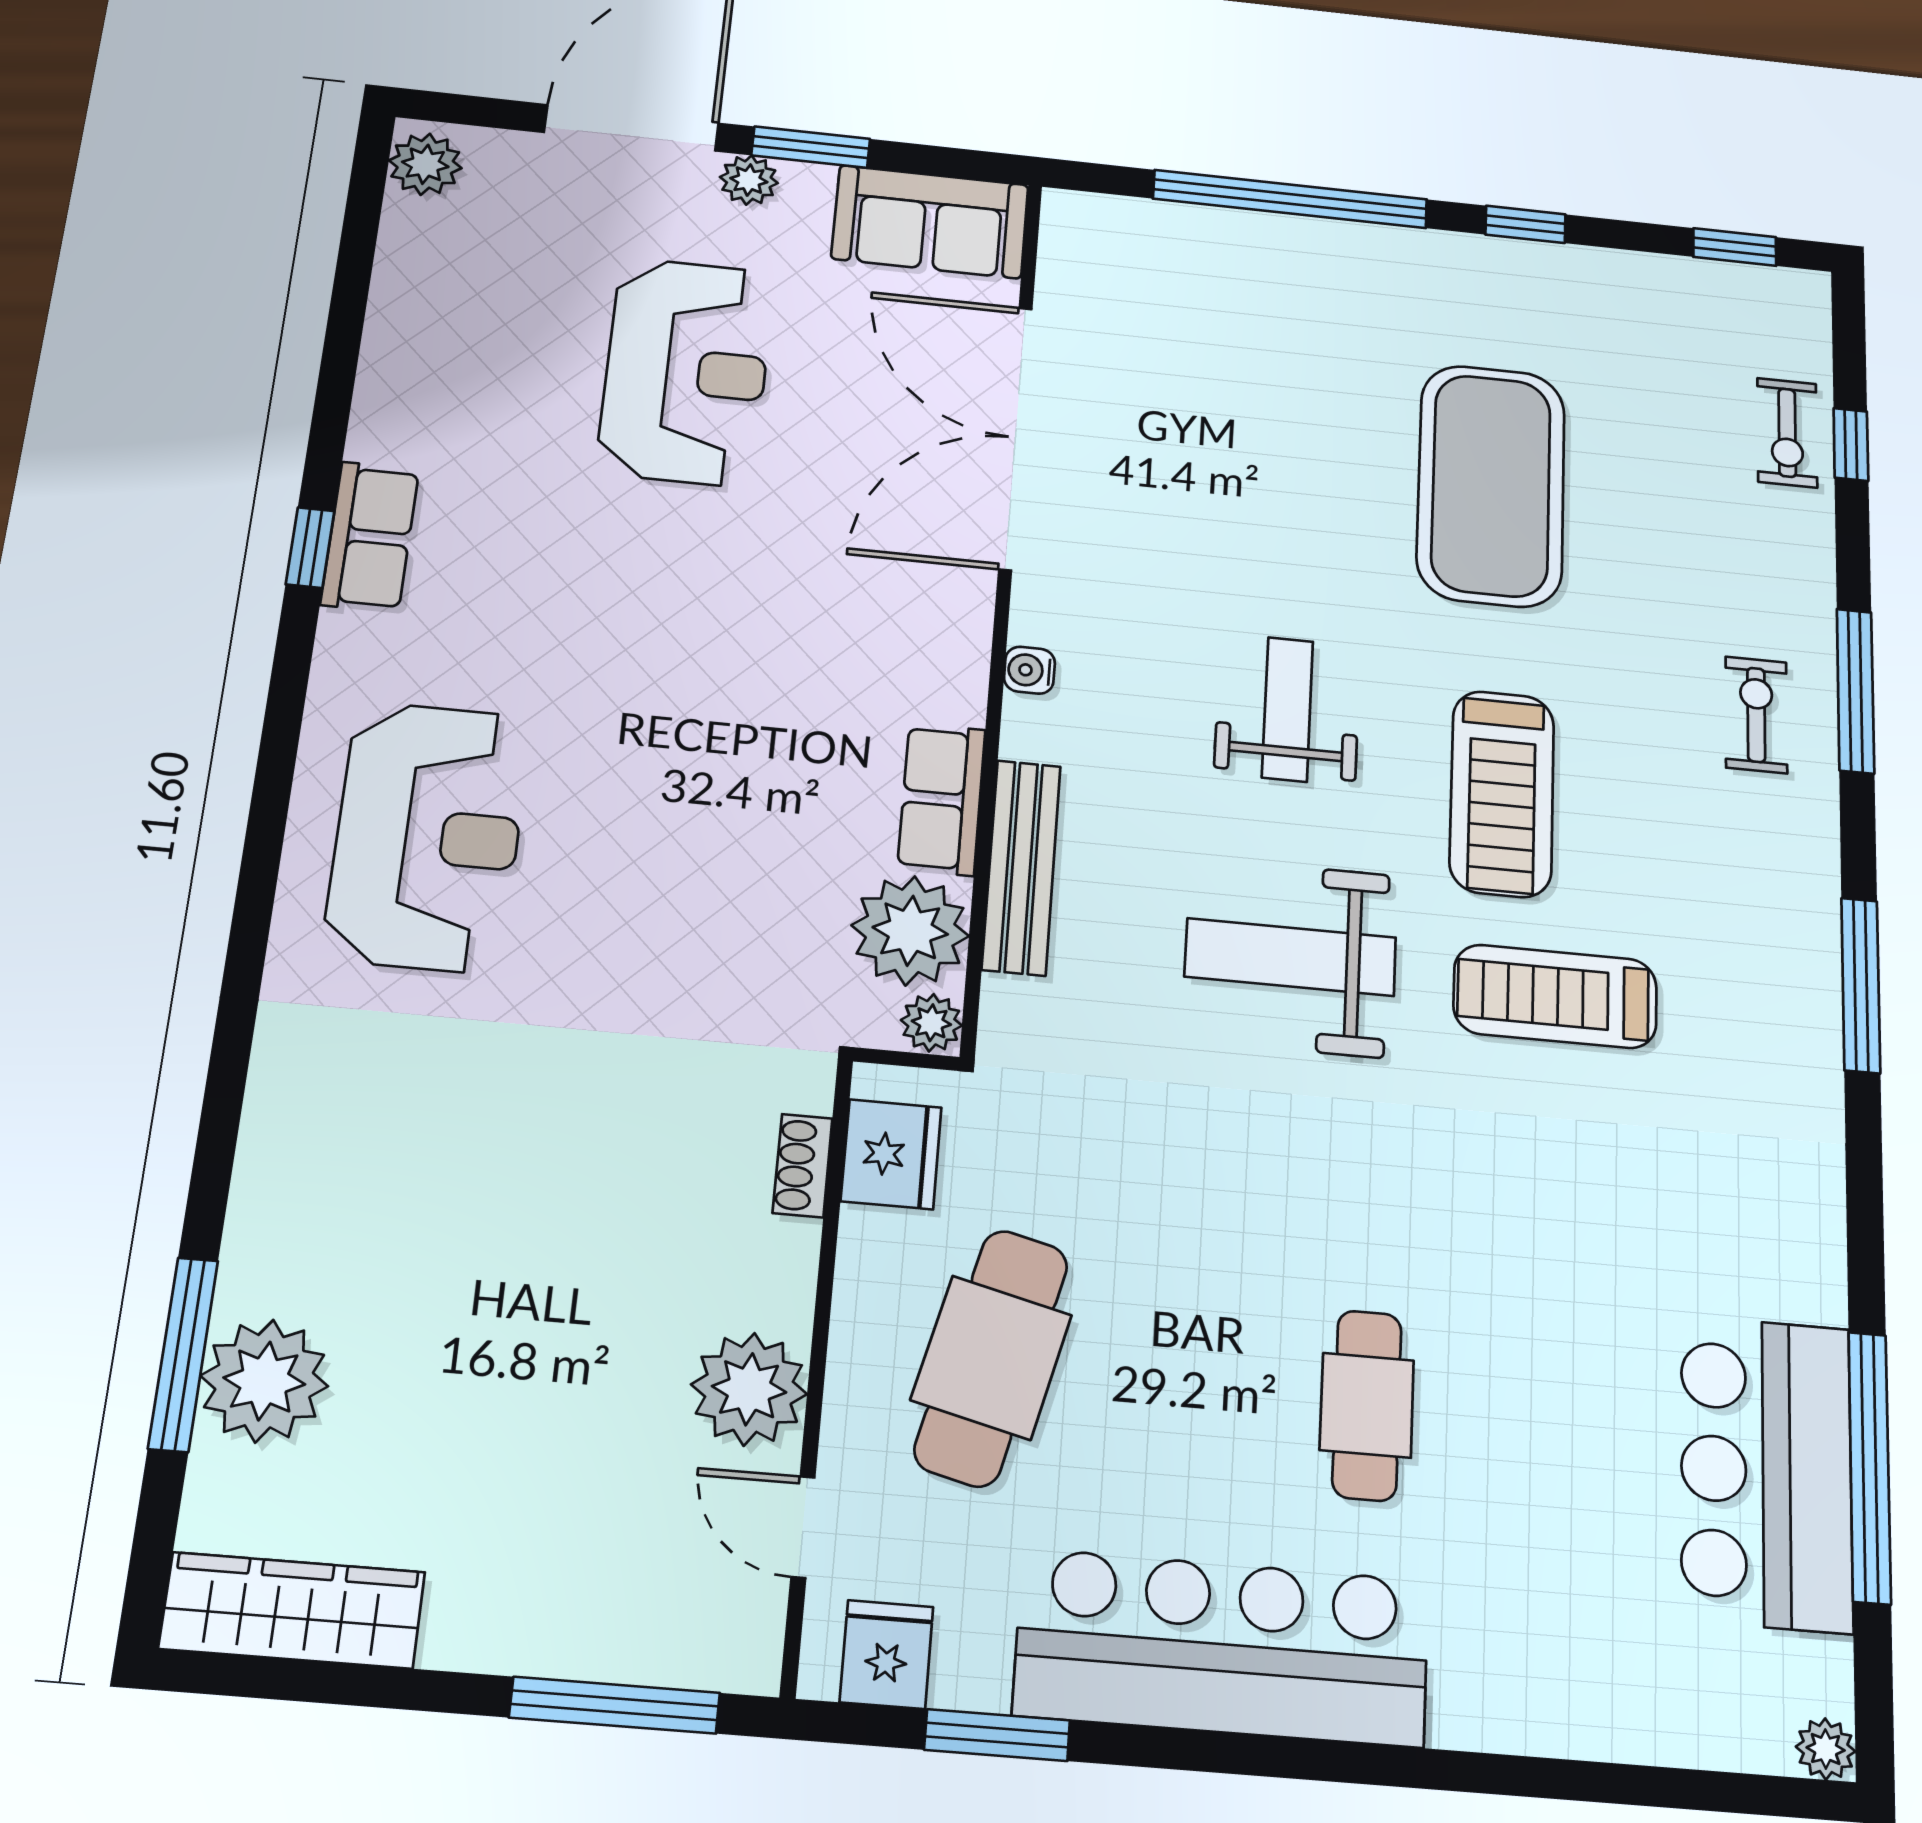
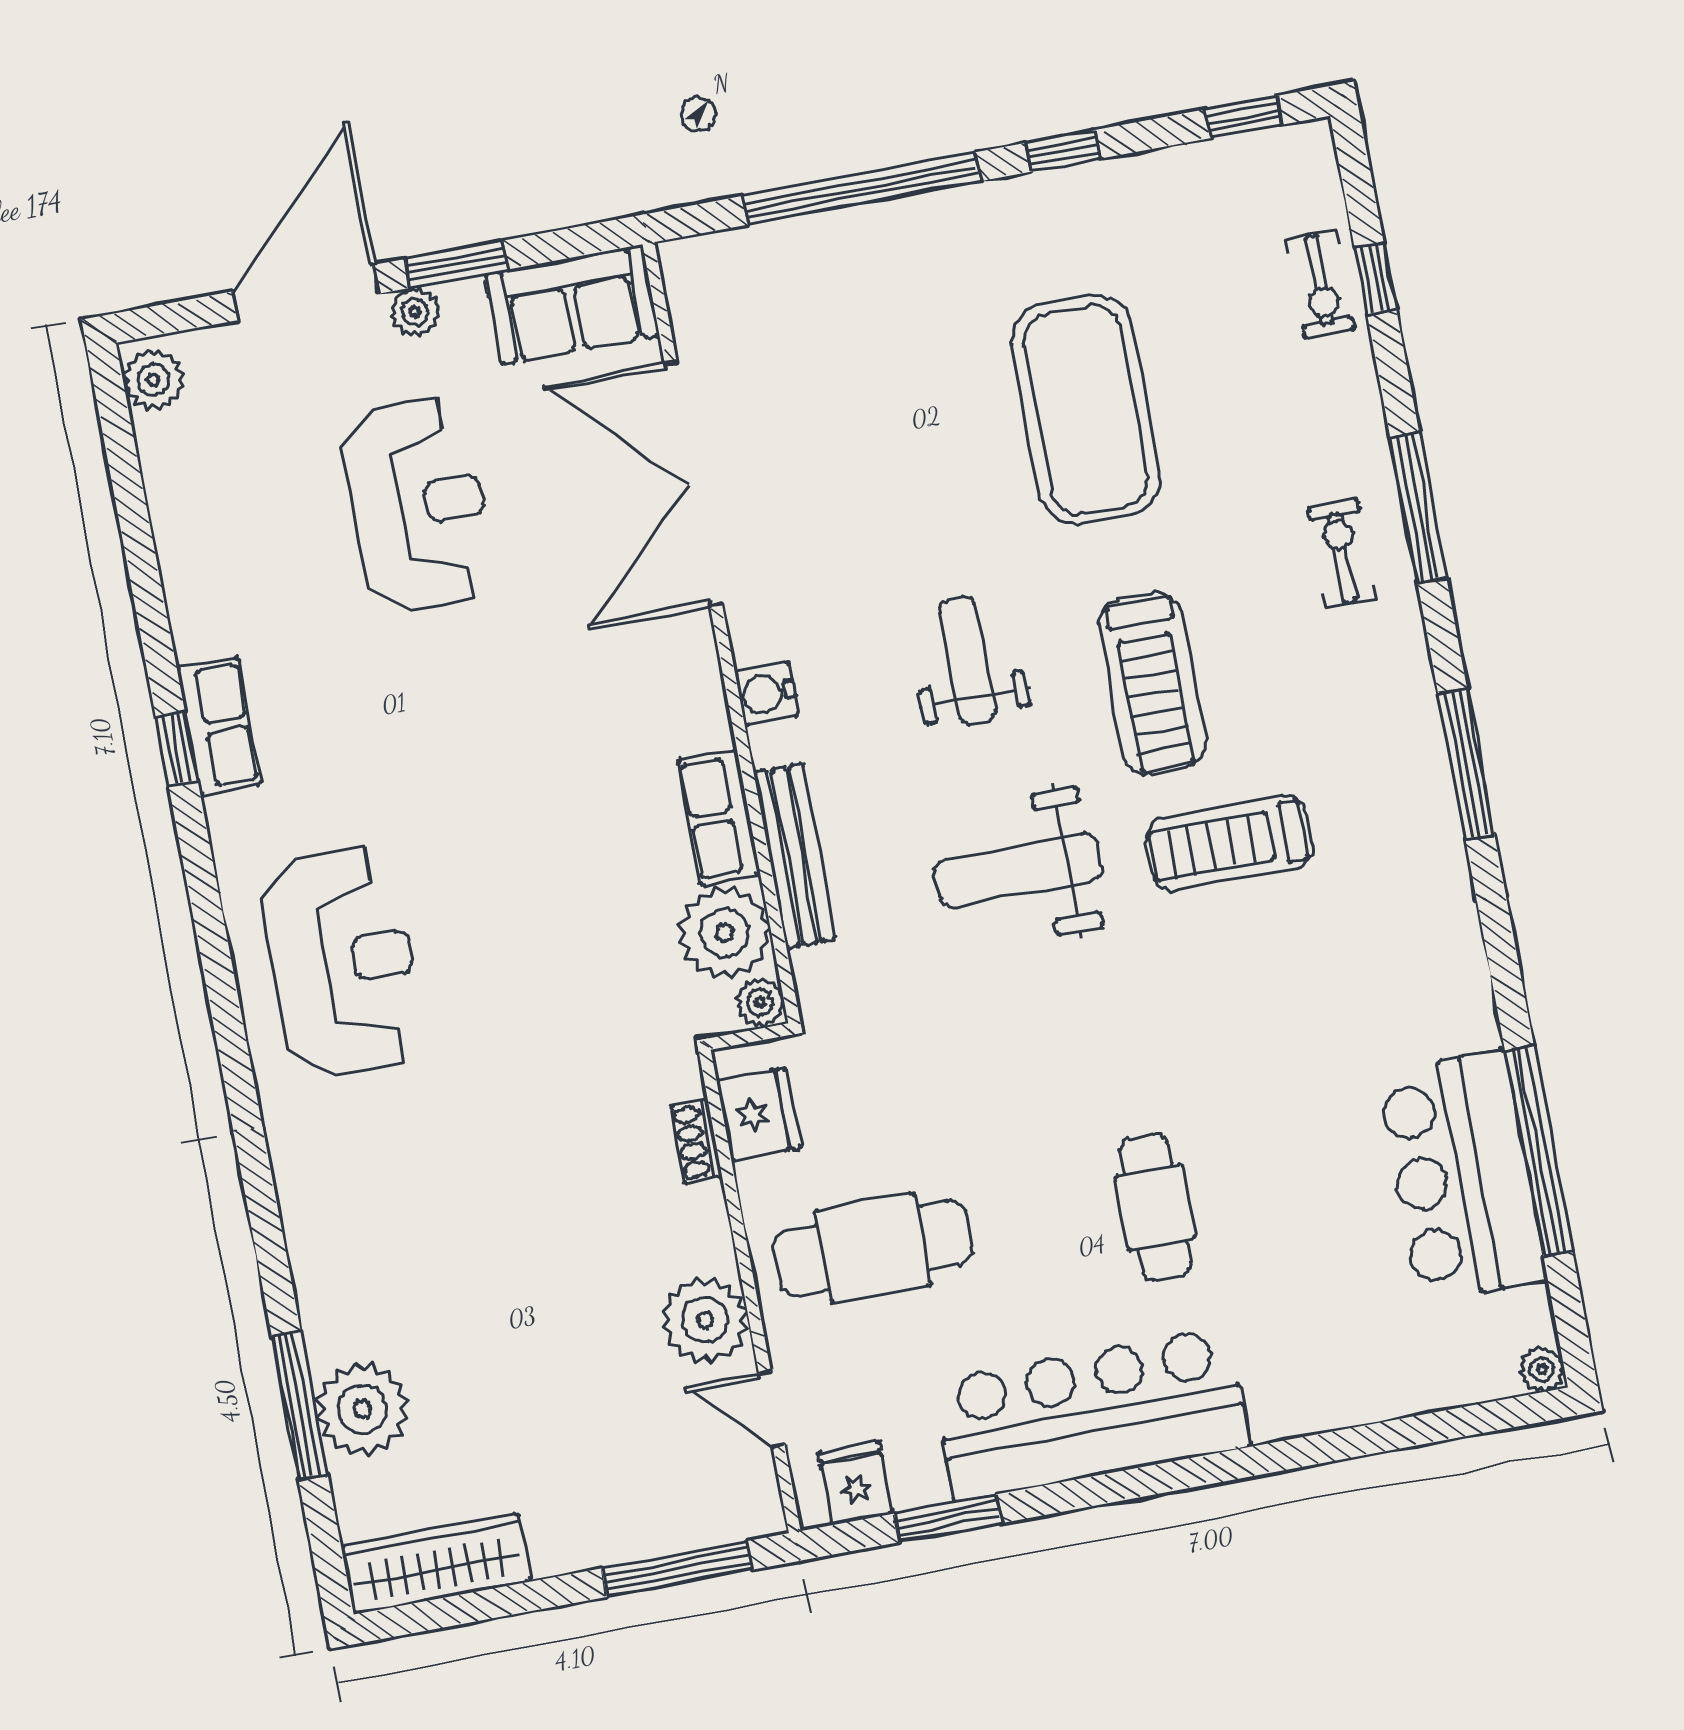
water cooler: (1029, 670) -> (767, 693), width x1.38, depth x1.38
cafe table: (991, 1357) -> (873, 1248), turned 76

